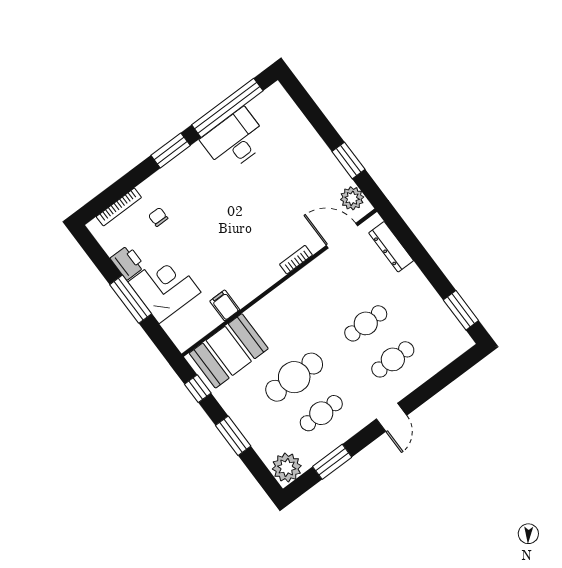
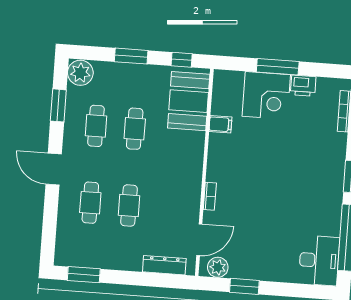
desk: (235, 140) -> (319, 261), moved
chair: (158, 217) -> (315, 131), removed
cafe table: (294, 377) -> (135, 129), width x0.73, depth x0.74
door: (392, 417) -> (54, 169), width x1.38

